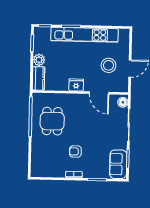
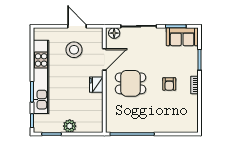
kitchen counter: (39, 78) -> (90, 126), removed
dining table: (52, 121) -> (130, 83), moved

